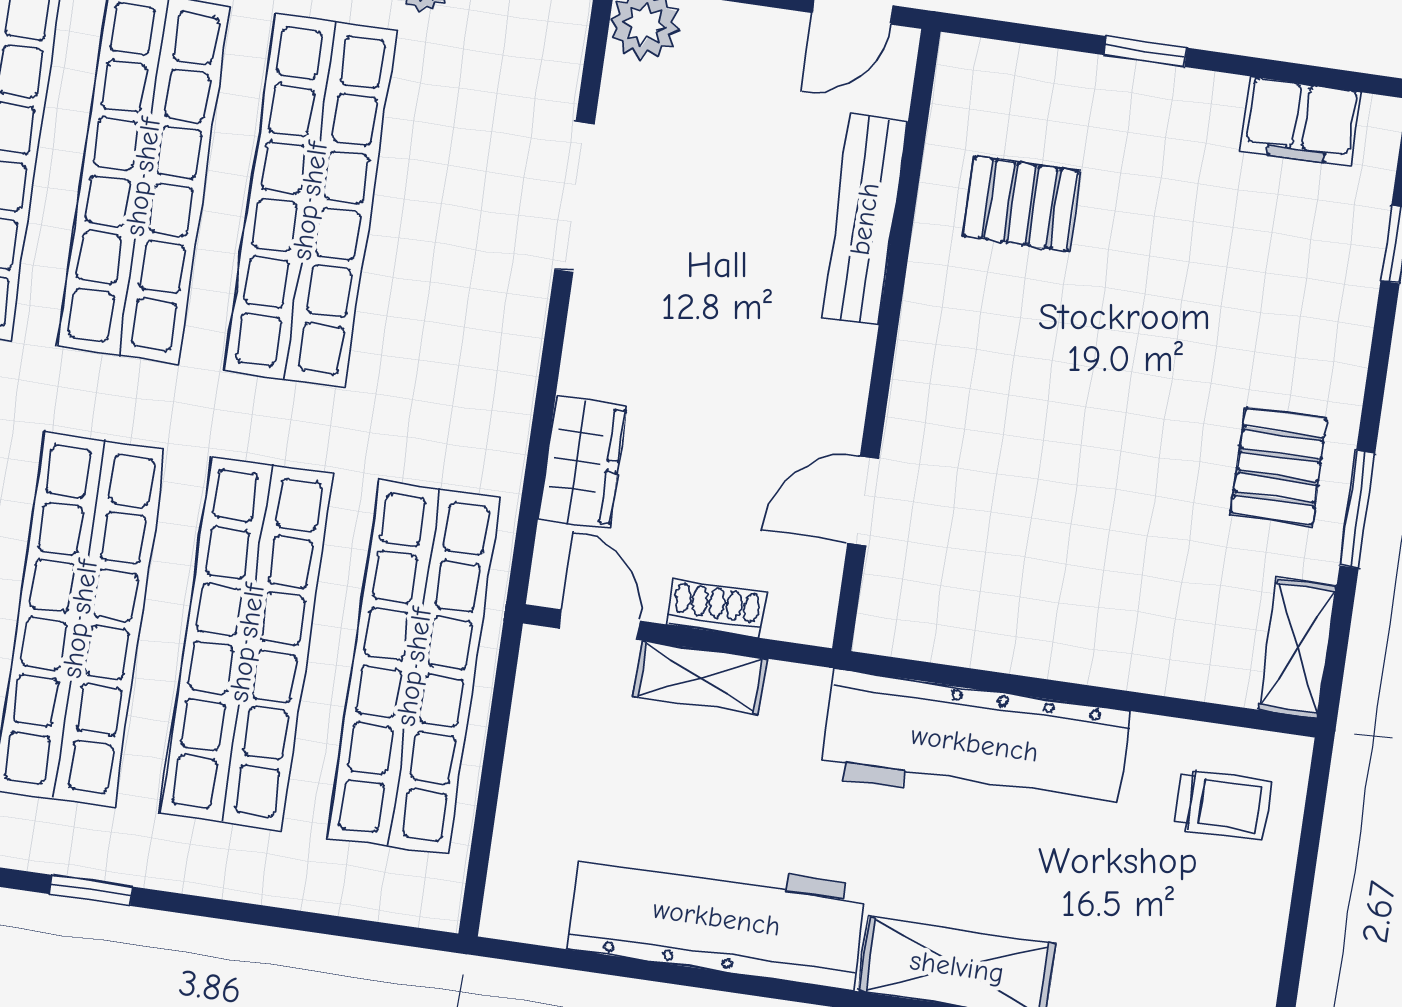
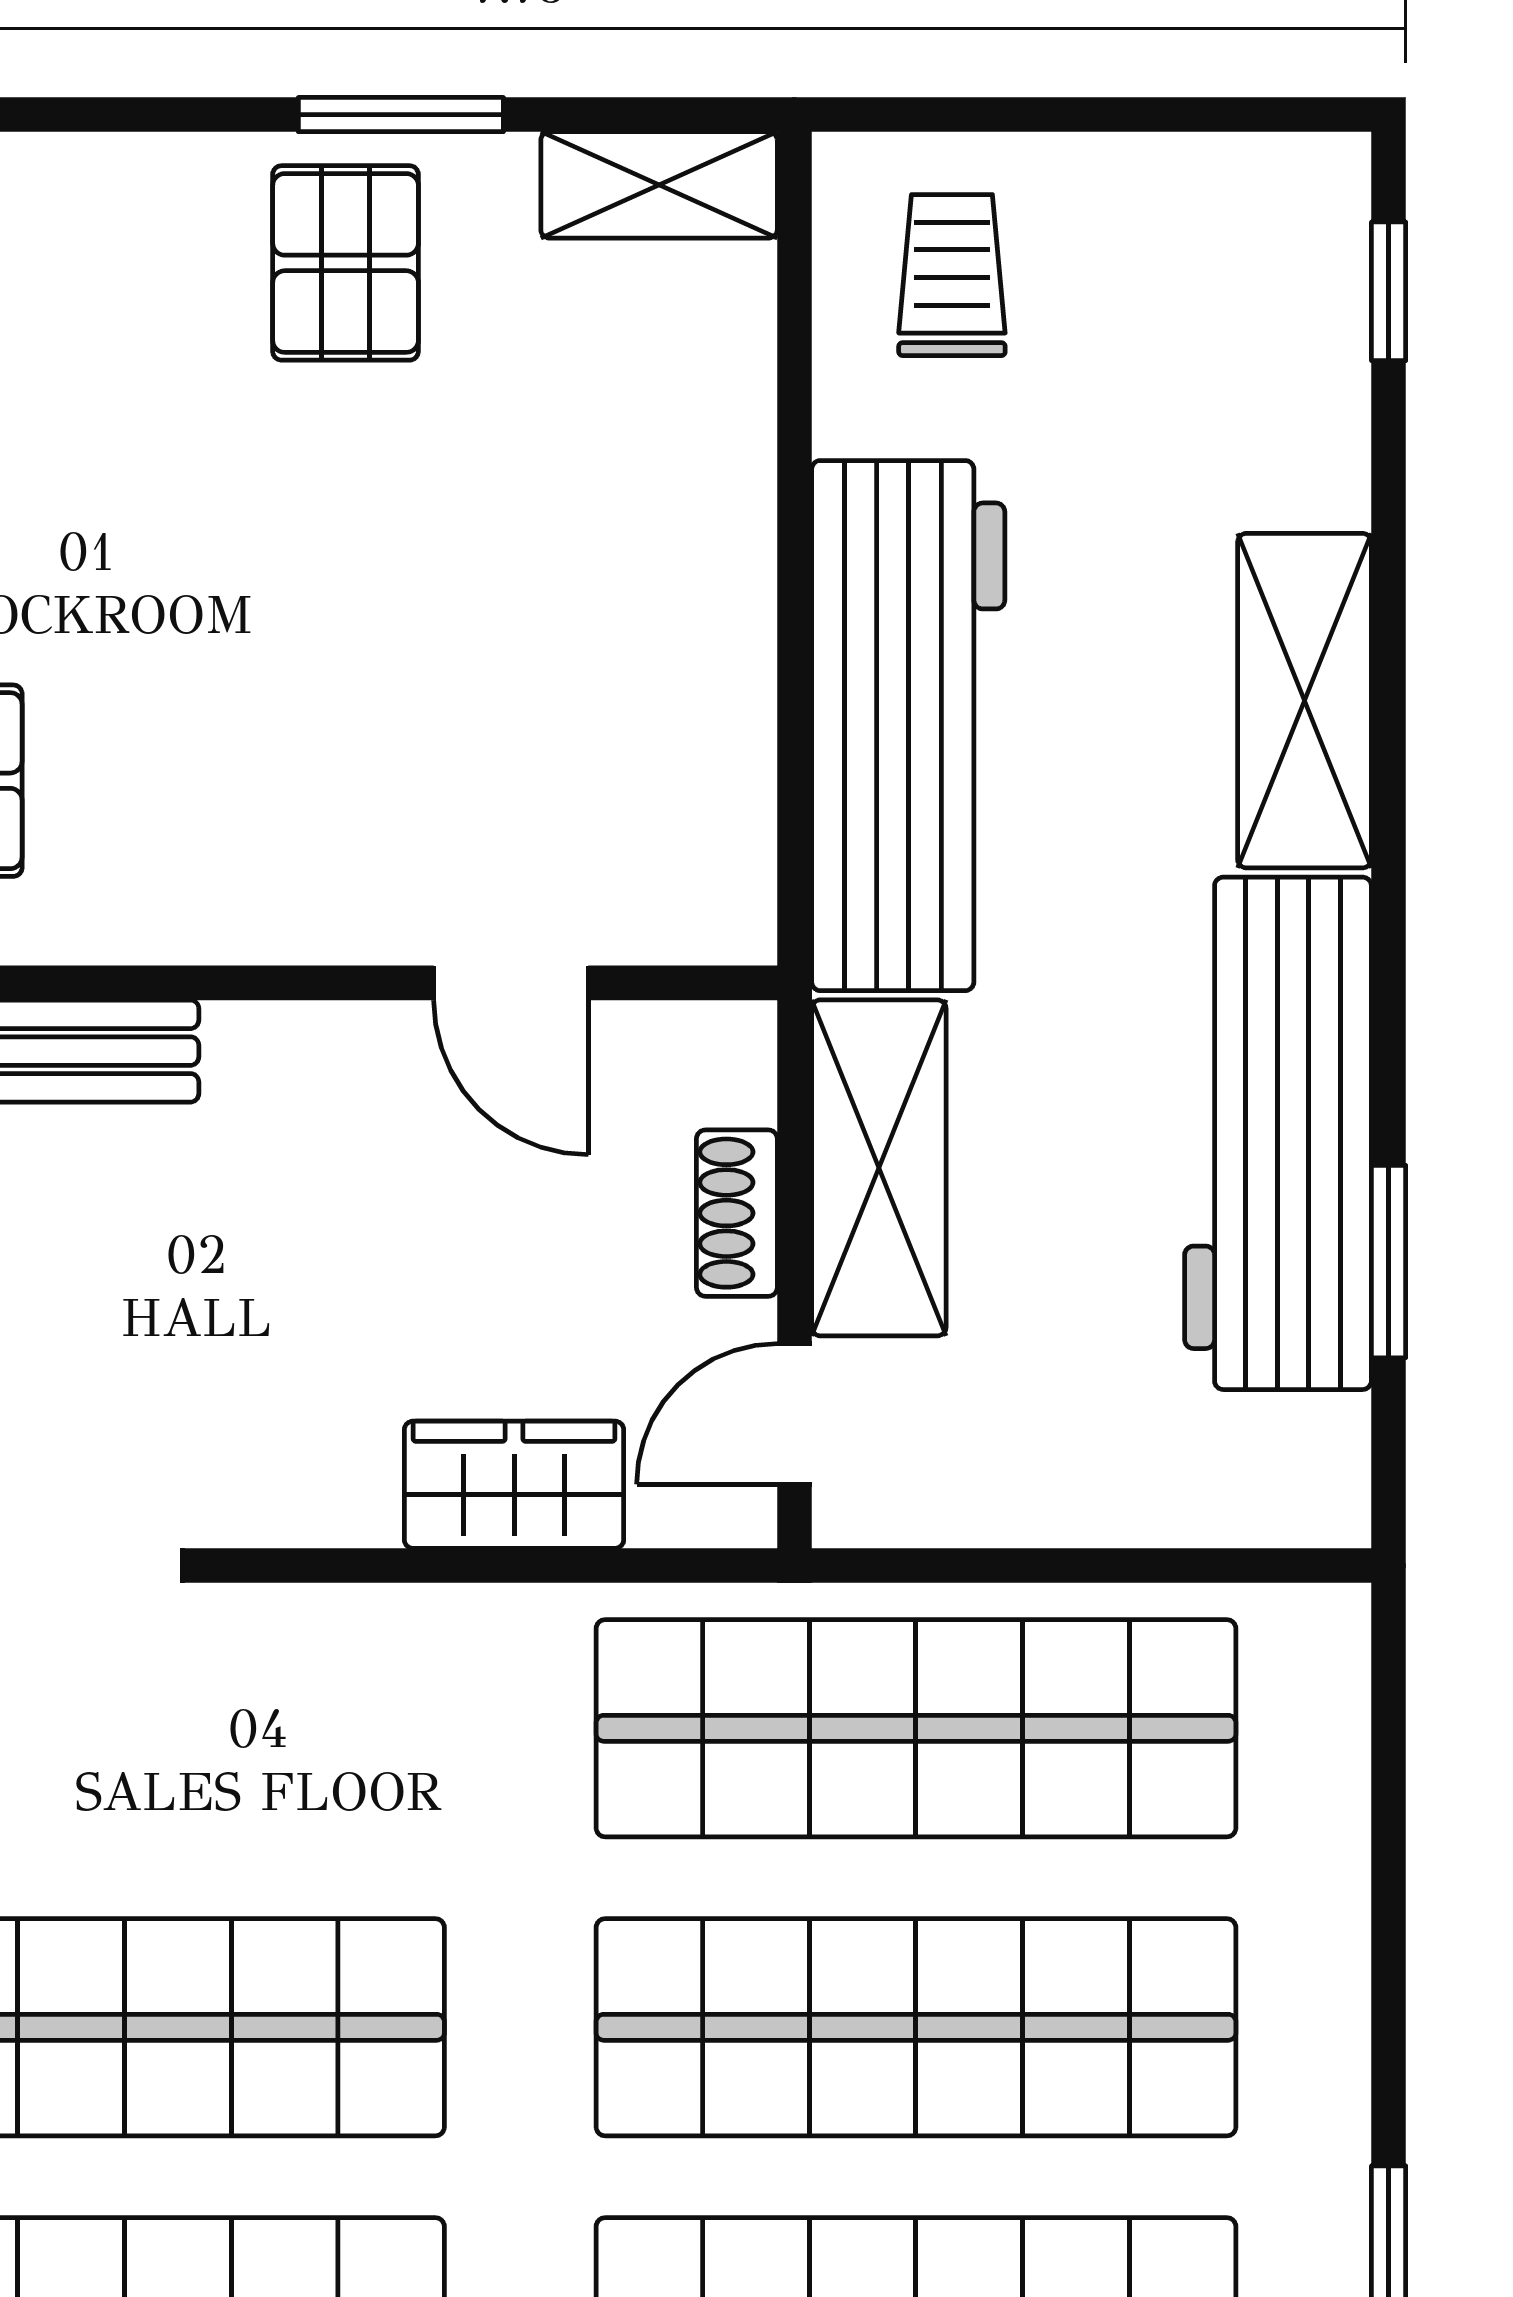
pallet: (1279, 466) -> (346, 263), turned 90
shelving: (700, 678) -> (879, 1168), width x1.50, depth x1.33
window: (637, 969) -> (1389, 1262), added

